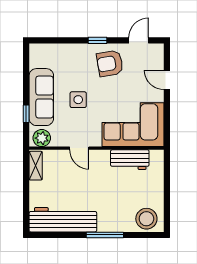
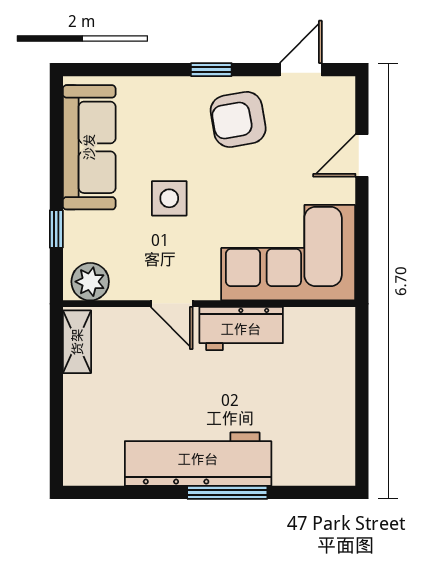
door: (167, 80) -> (362, 156), hinge flipped
sofa: (41, 97) -> (89, 147), moved
workbench: (130, 160) -> (241, 329), moved
stool: (146, 219) -> (318, 457), removed
workbench: (63, 220) -> (198, 459), moved

